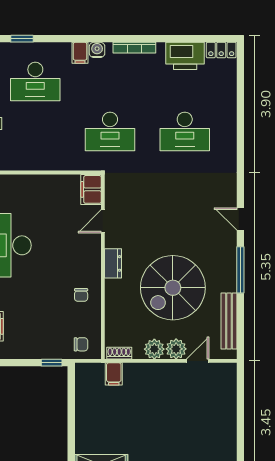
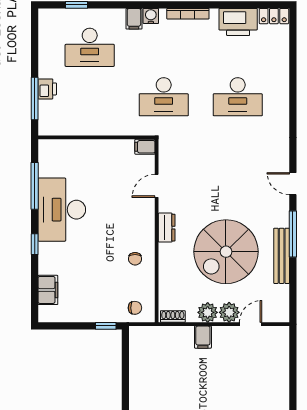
filing cabinet: (91, 189) -> (145, 147), width x0.50
bench: (229, 321) -> (282, 256), moved
filing cabinet: (114, 374) -> (203, 337), moved

